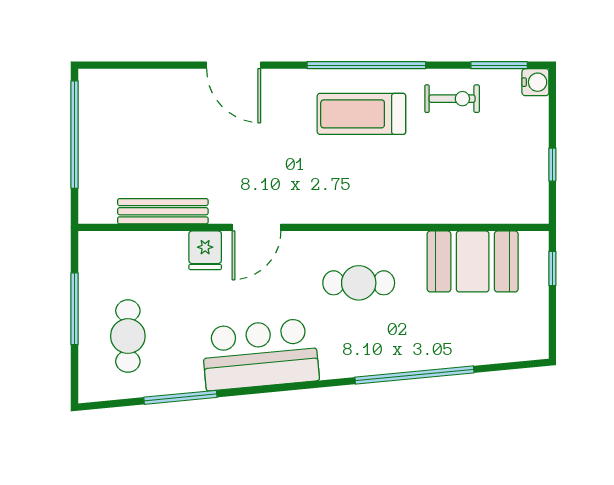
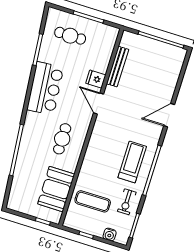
water cooler: (535, 82) -> (110, 235), moved
exercise mat: (475, 173) -> (93, 201), added

